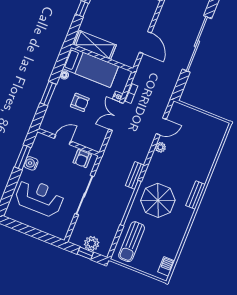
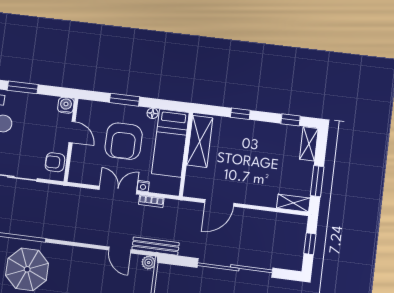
armchair: (80, 102) -> (124, 141), width x1.88, depth x1.88
plant: (160, 147) -> (149, 263), moved
window: (23, 157) -> (23, 87), moved
water cooler: (31, 163) -> (66, 105), moved
bench: (135, 175) -> (156, 246), moved, width x1.36

